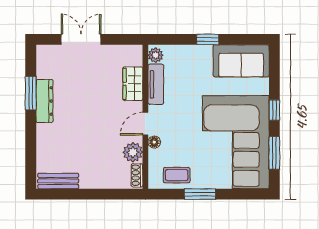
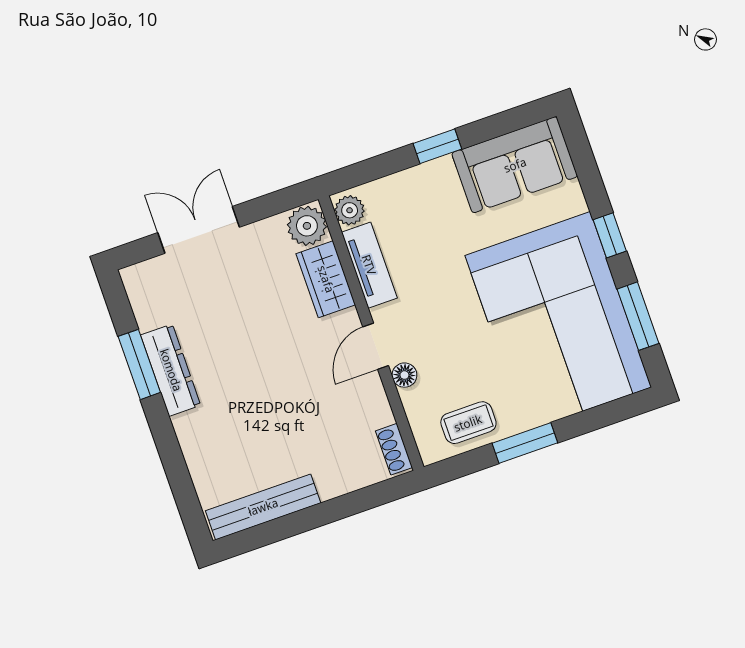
plant: (133, 152) -> (307, 226), moved
bench: (58, 181) -> (263, 507), width x1.36

